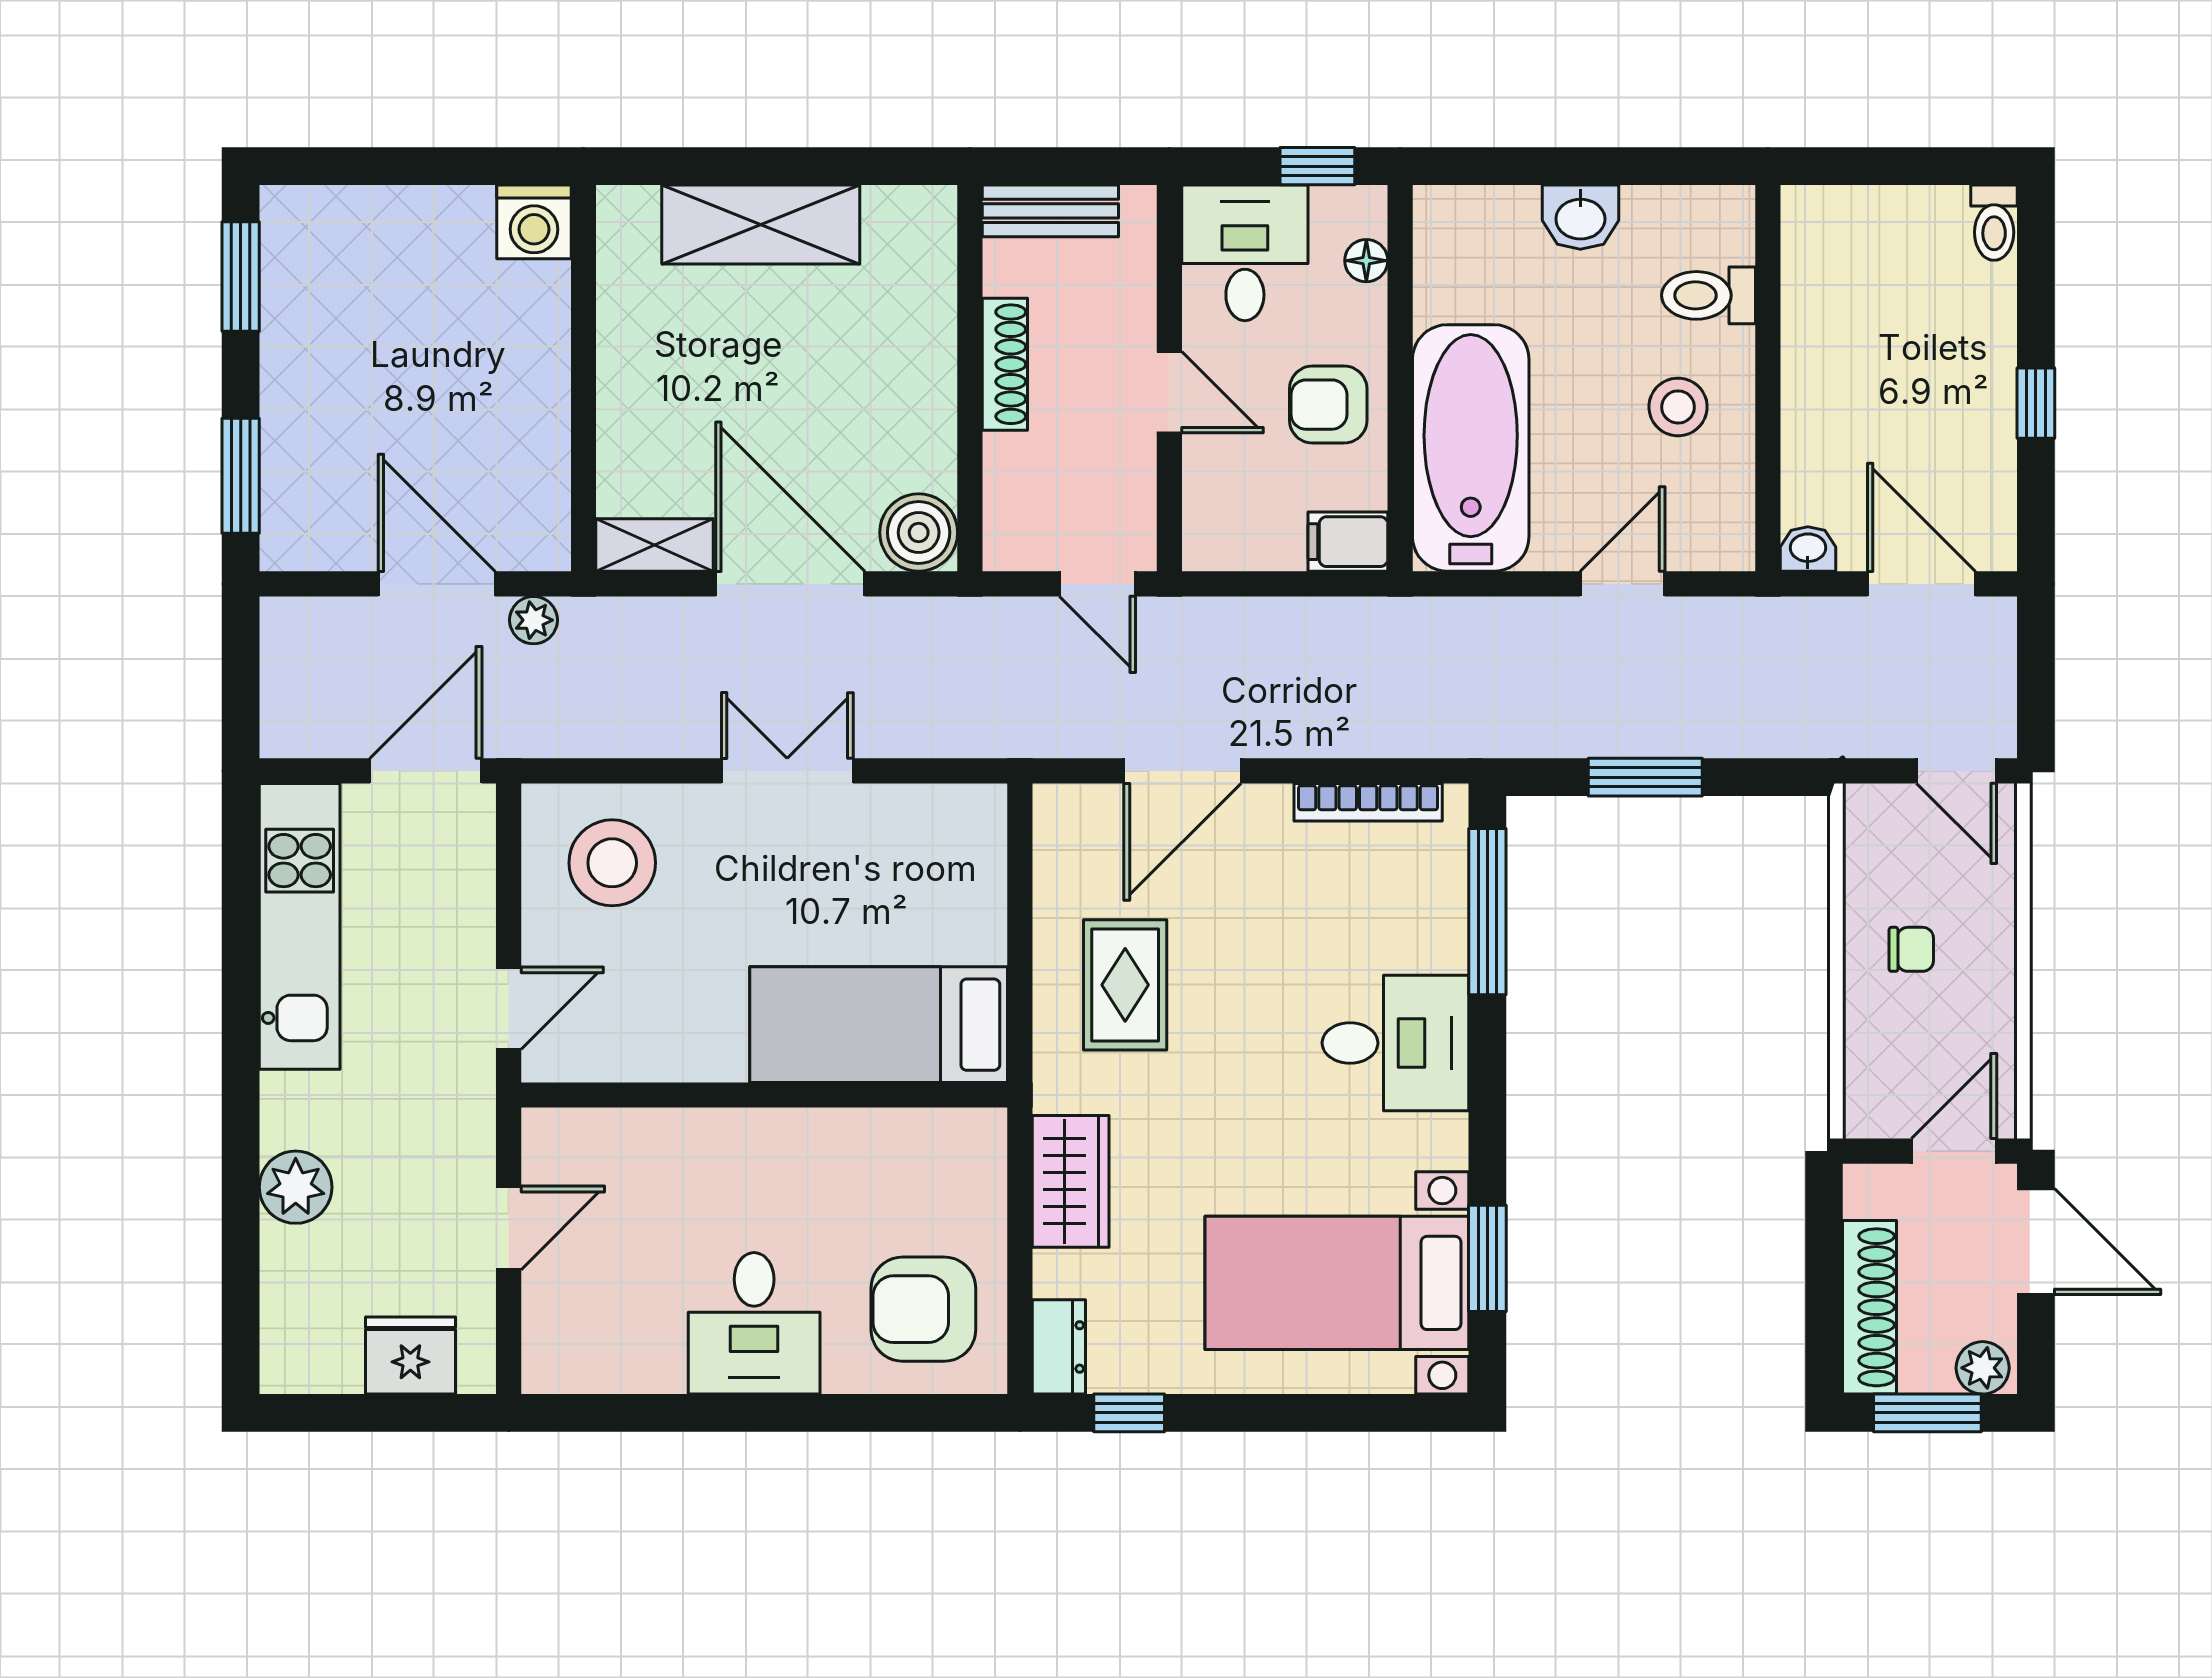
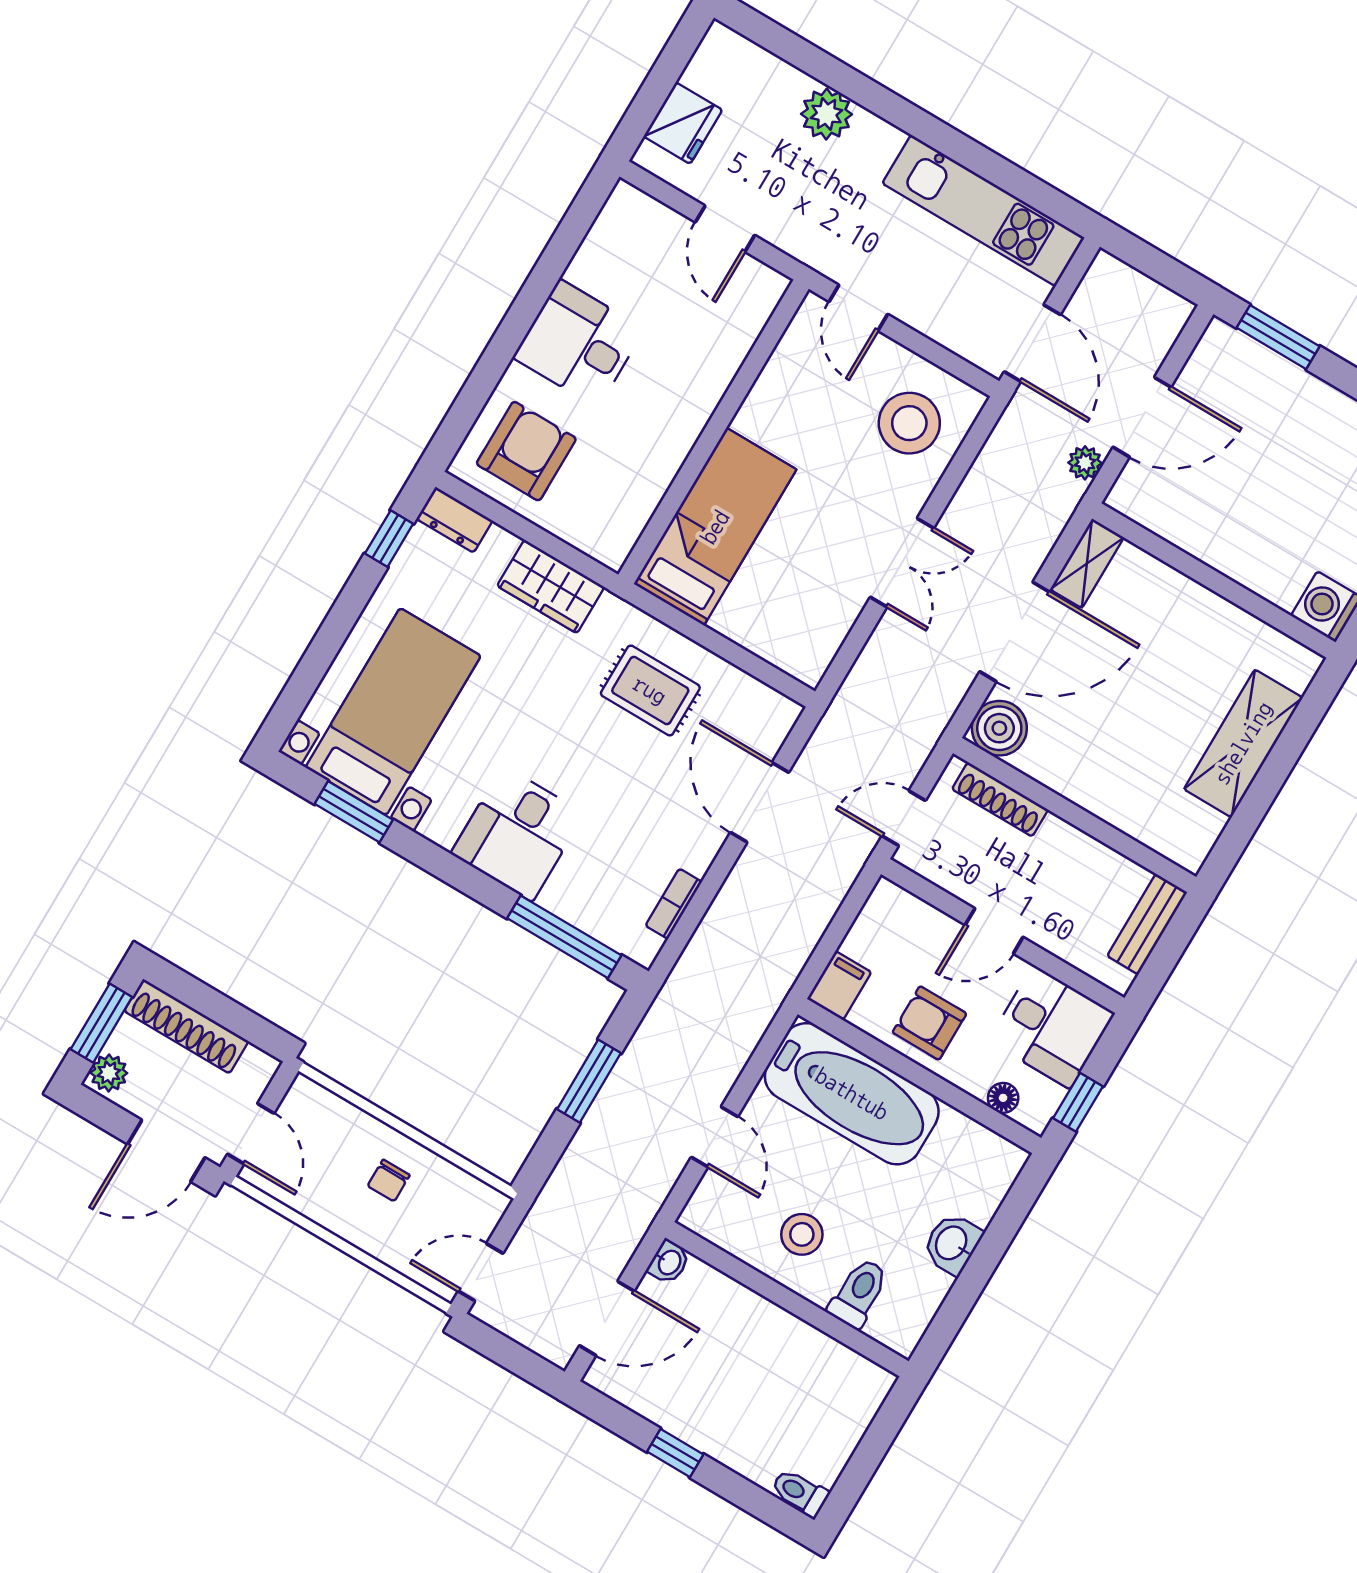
shoe rack: (1005, 364) -> (1000, 799), moved
armchair: (1328, 405) -> (929, 1023), turned -90
bookcase: (1368, 802) -> (674, 904), width x0.64

